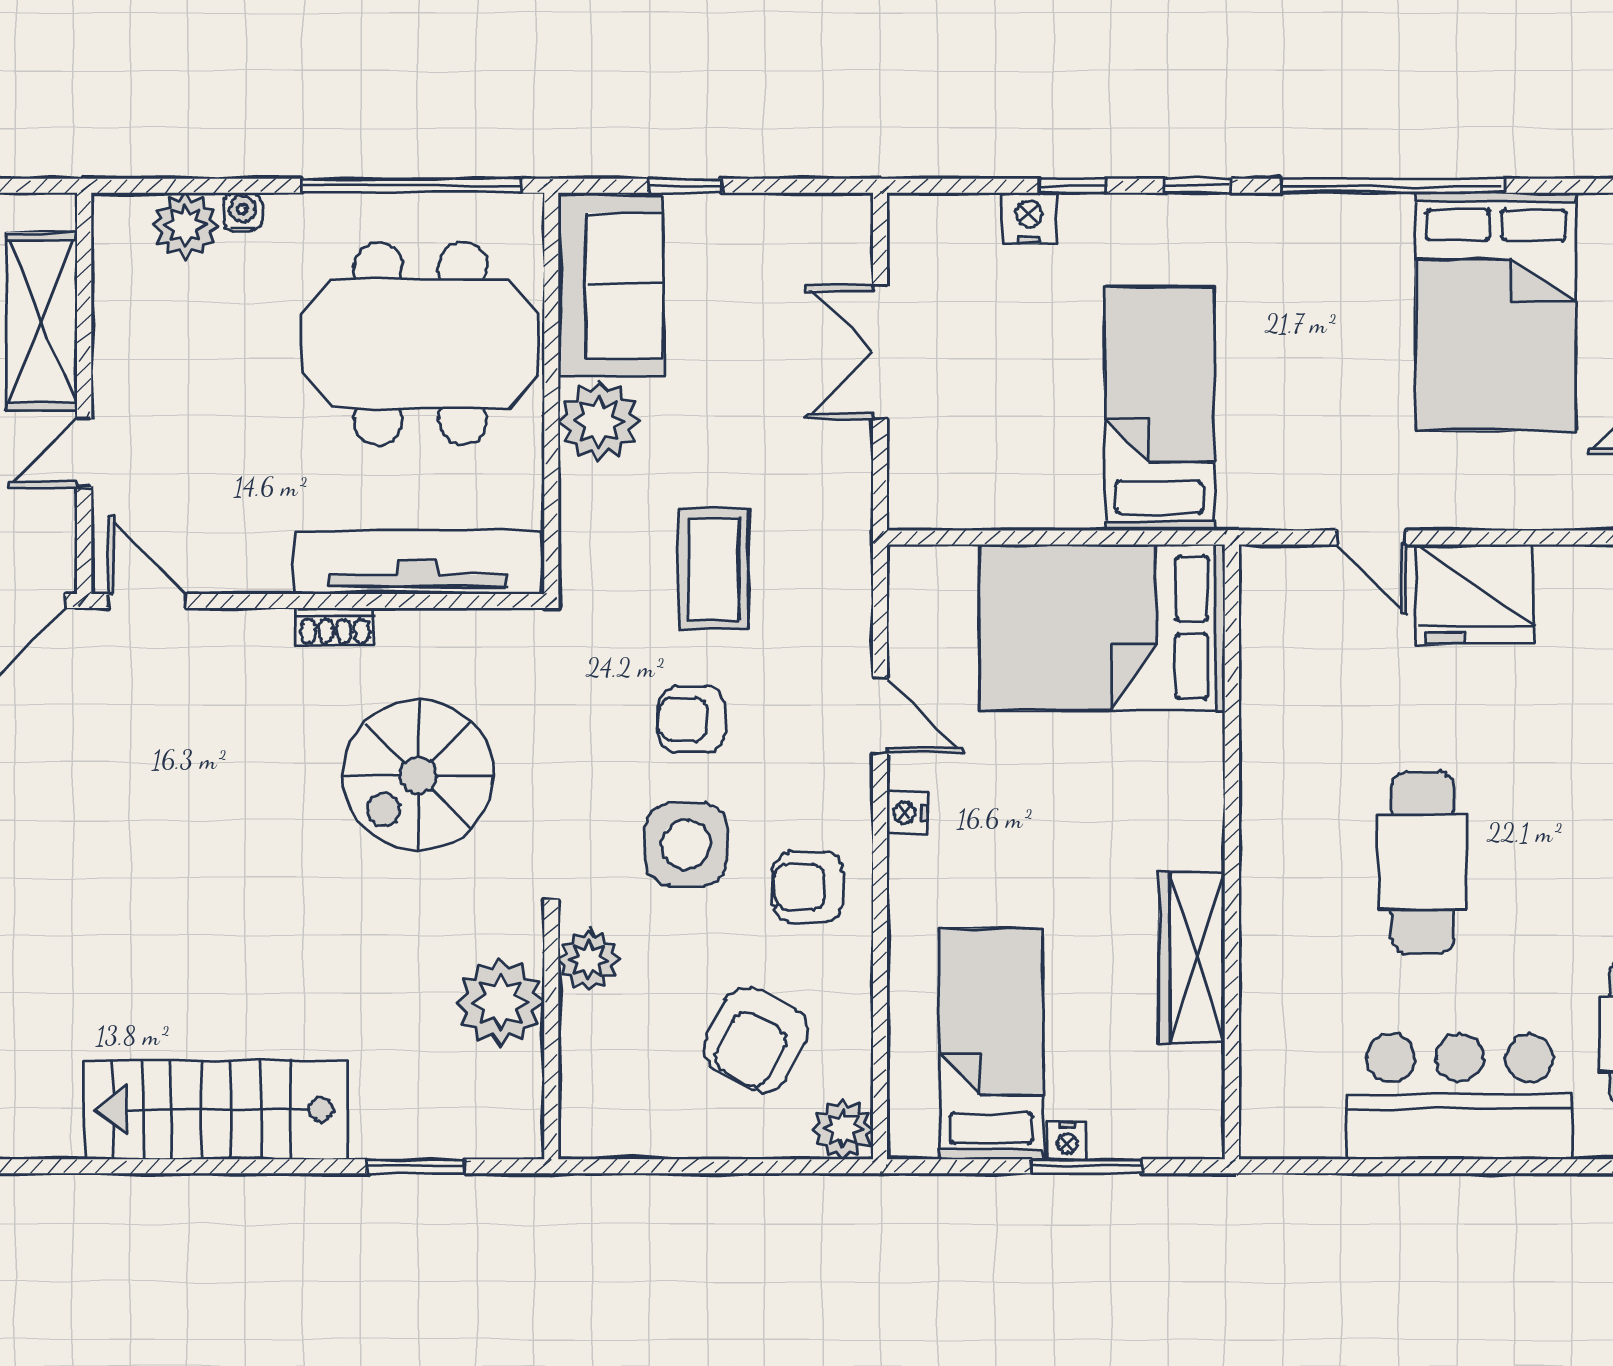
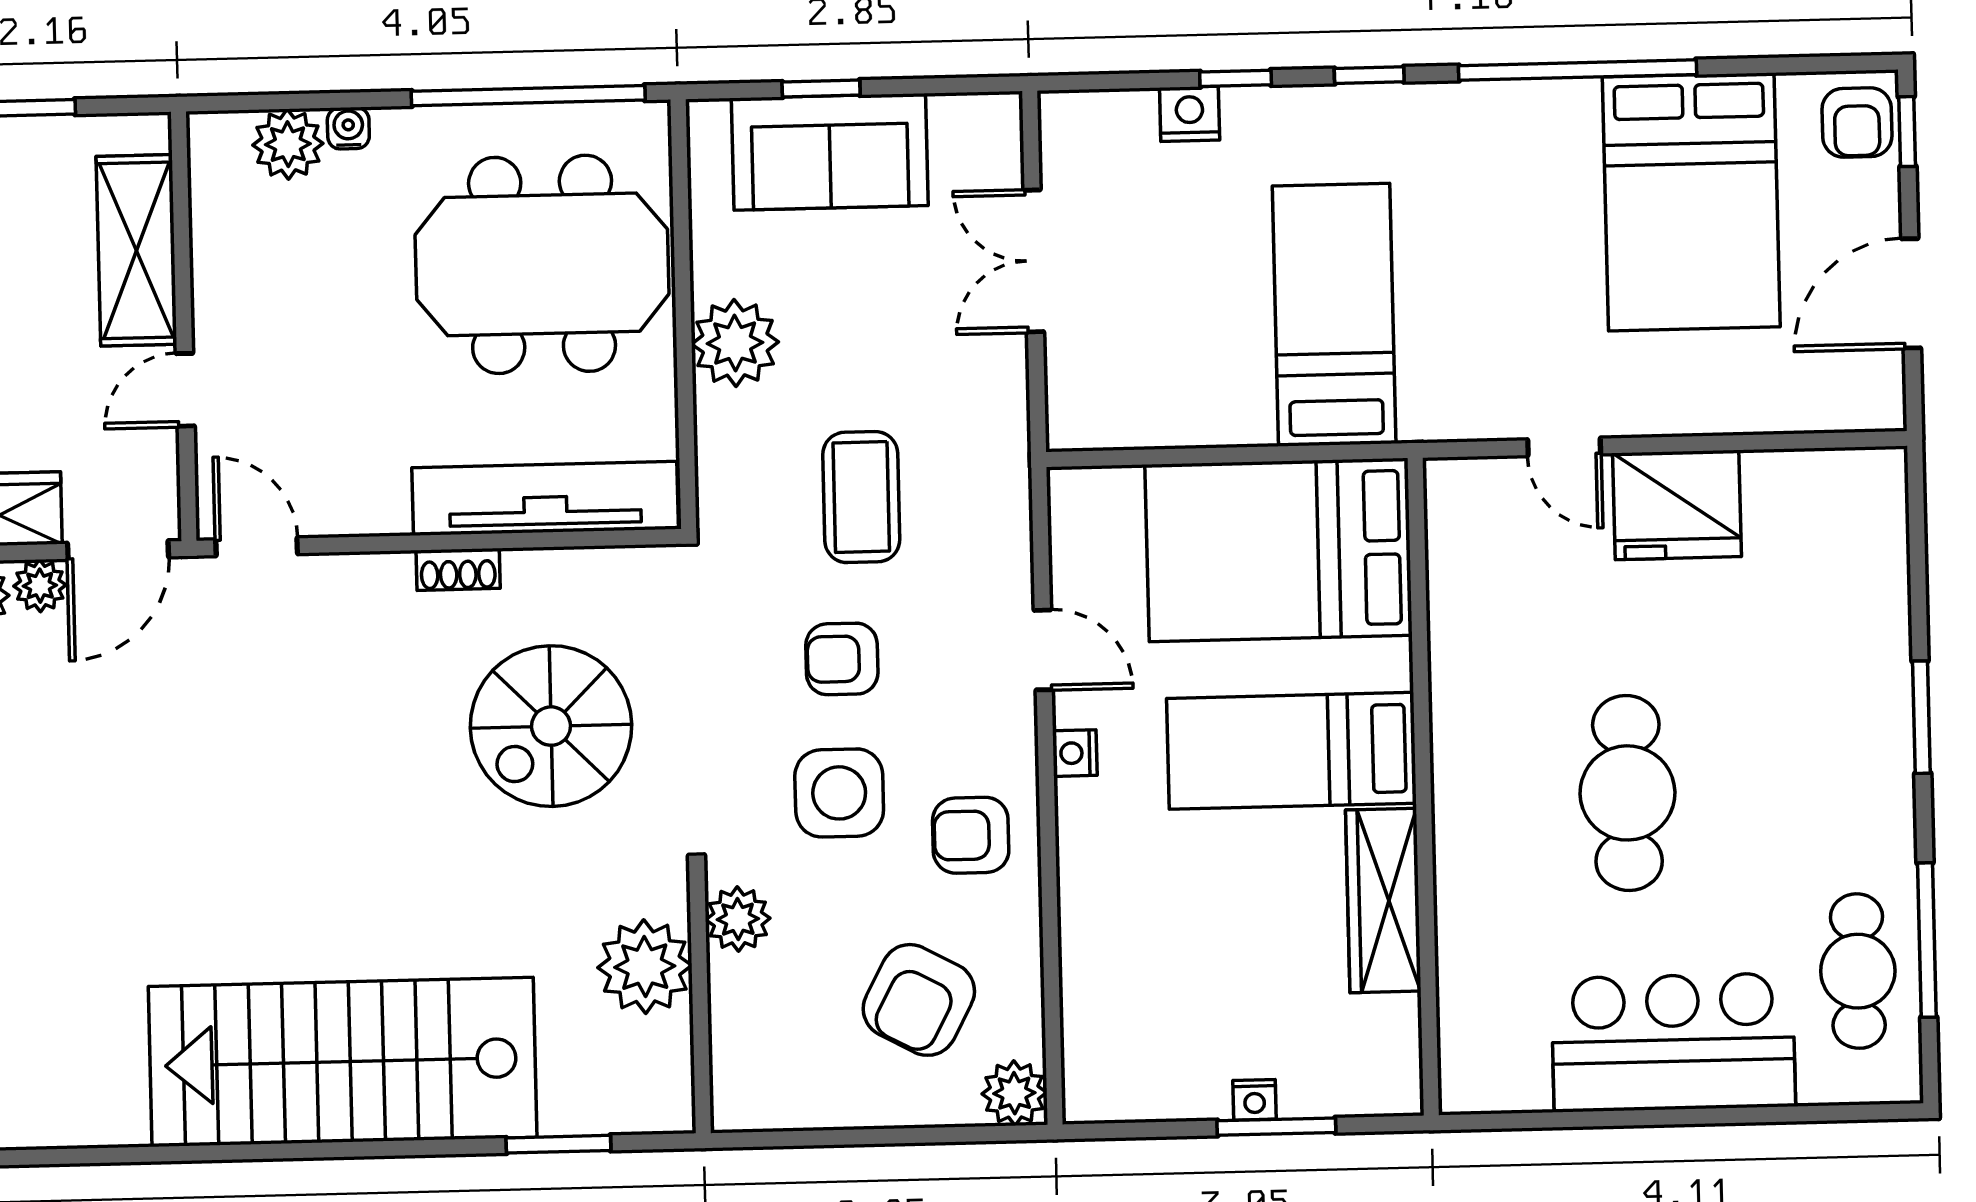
sofa: (611, 286) -> (830, 152), moved, turned 90
bed: (991, 1044) -> (1291, 751), moved, turned -90
stairs: (216, 1110) -> (343, 1062), width x1.36, depth x1.51

